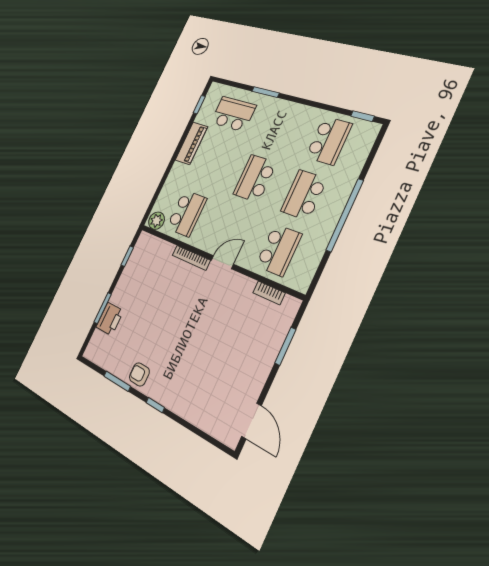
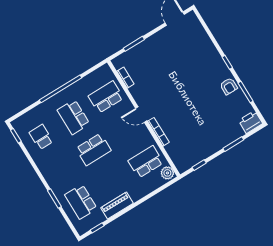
school desk: (329, 141) -> (41, 137), width x0.54
school desk: (304, 195) -> (73, 117), turned 90
printer: (110, 319) -> (251, 122), moved

